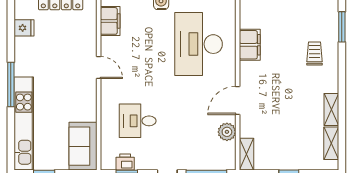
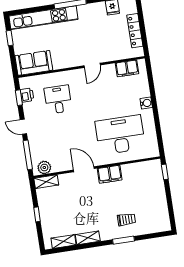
window: (342, 27) -> (124, 240), moved
filing cabinet: (250, 45) -> (110, 174), moved
plant: (227, 132) -> (44, 167), moved

